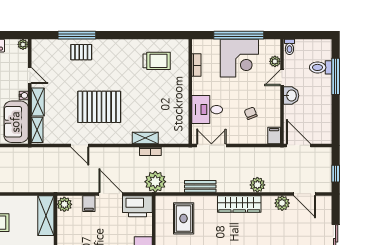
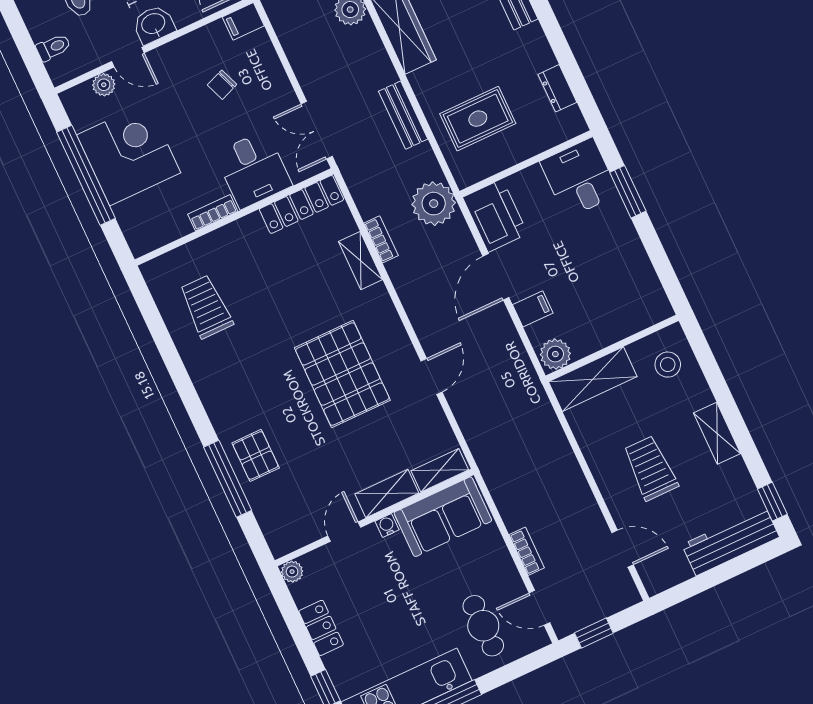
toilet: (289, 47) -> (53, 47), moved
bookcase: (196, 65) -> (213, 213), moved
locker: (182, 124) -> (301, 204), added

